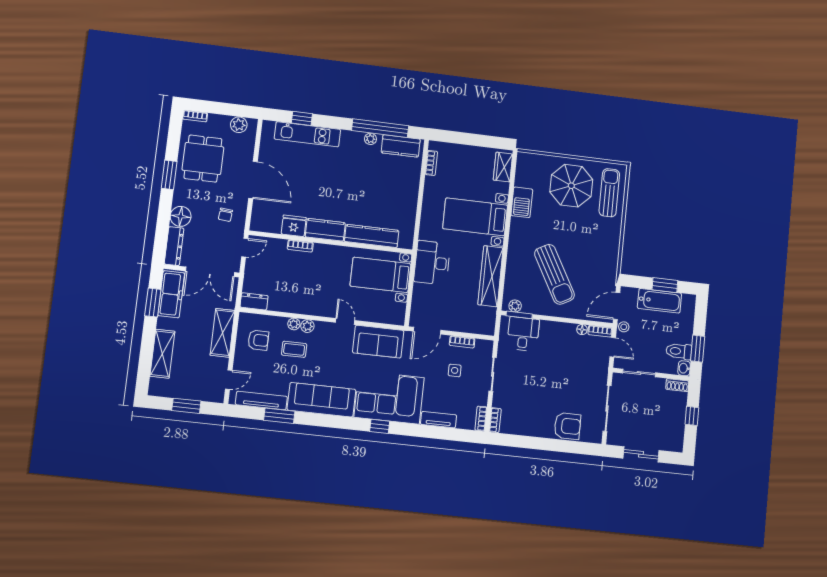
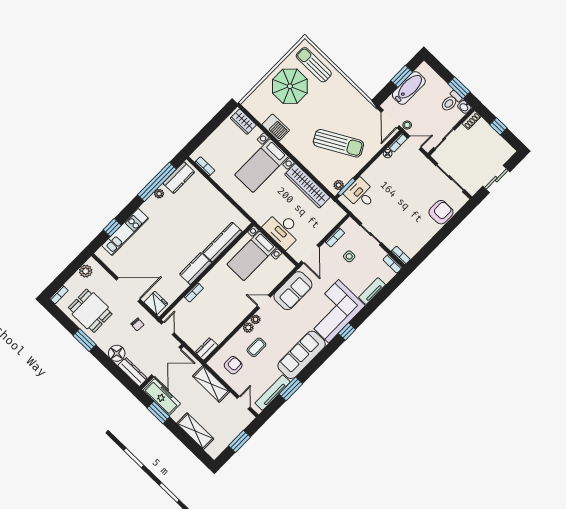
fridge: (294, 226) -> (156, 303), moved, turned 90
desk: (432, 263) -> (283, 230), moved
plant: (294, 324) -> (256, 319), moved

